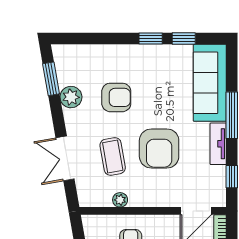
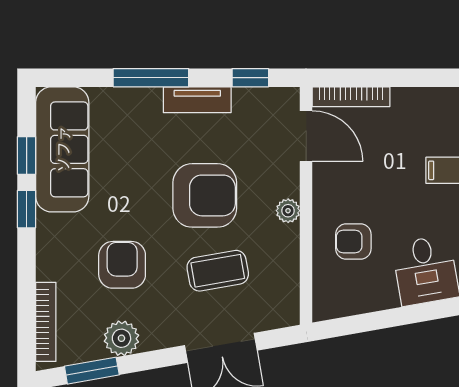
bookcase: (81, 50) -> (46, 322), added
sofa: (210, 83) -> (62, 149), moved, turned -90
plant: (120, 200) -> (288, 211), moved

